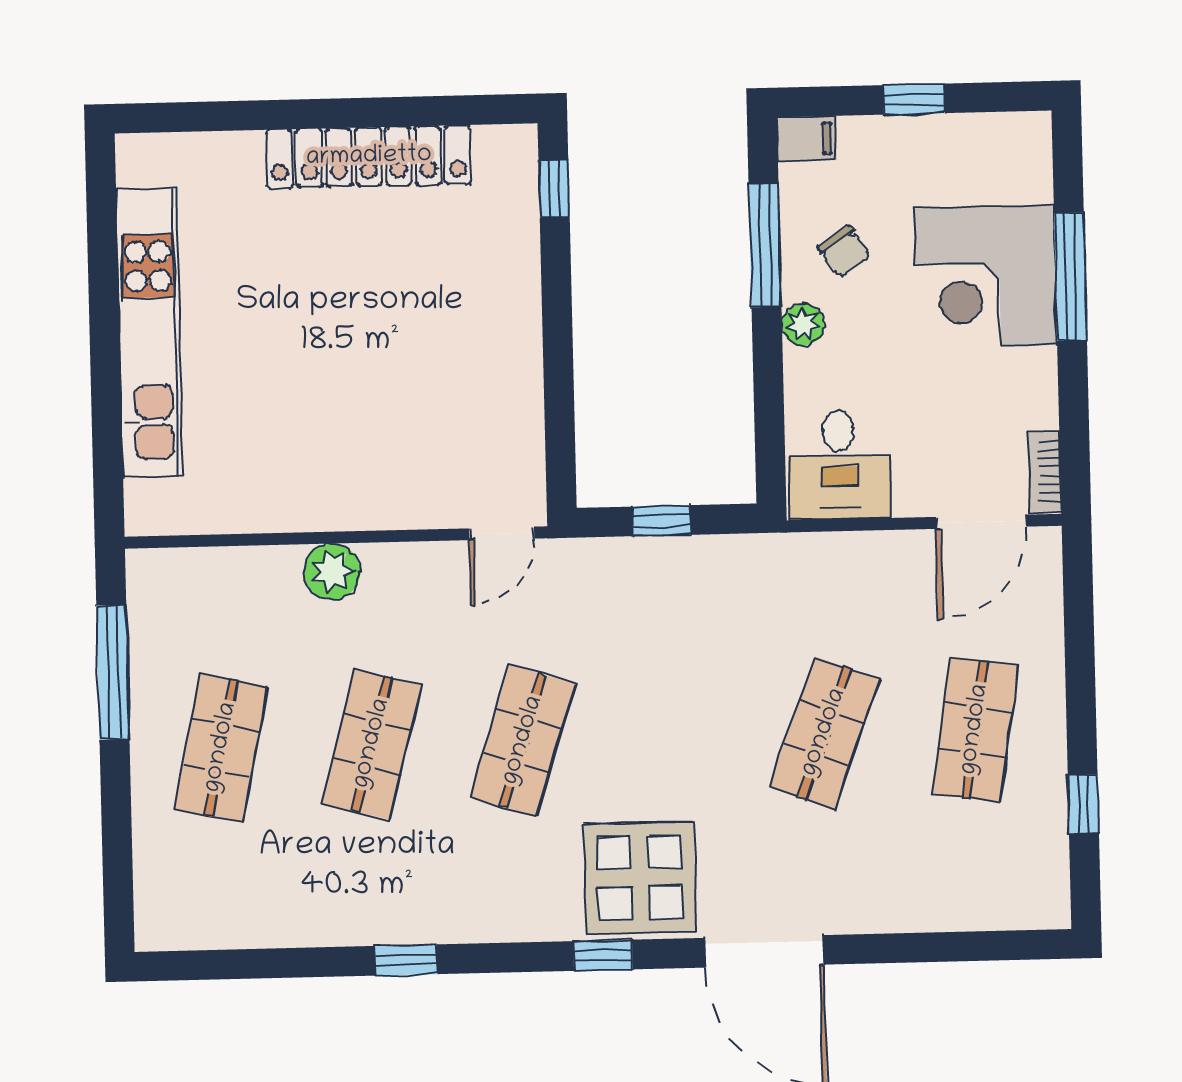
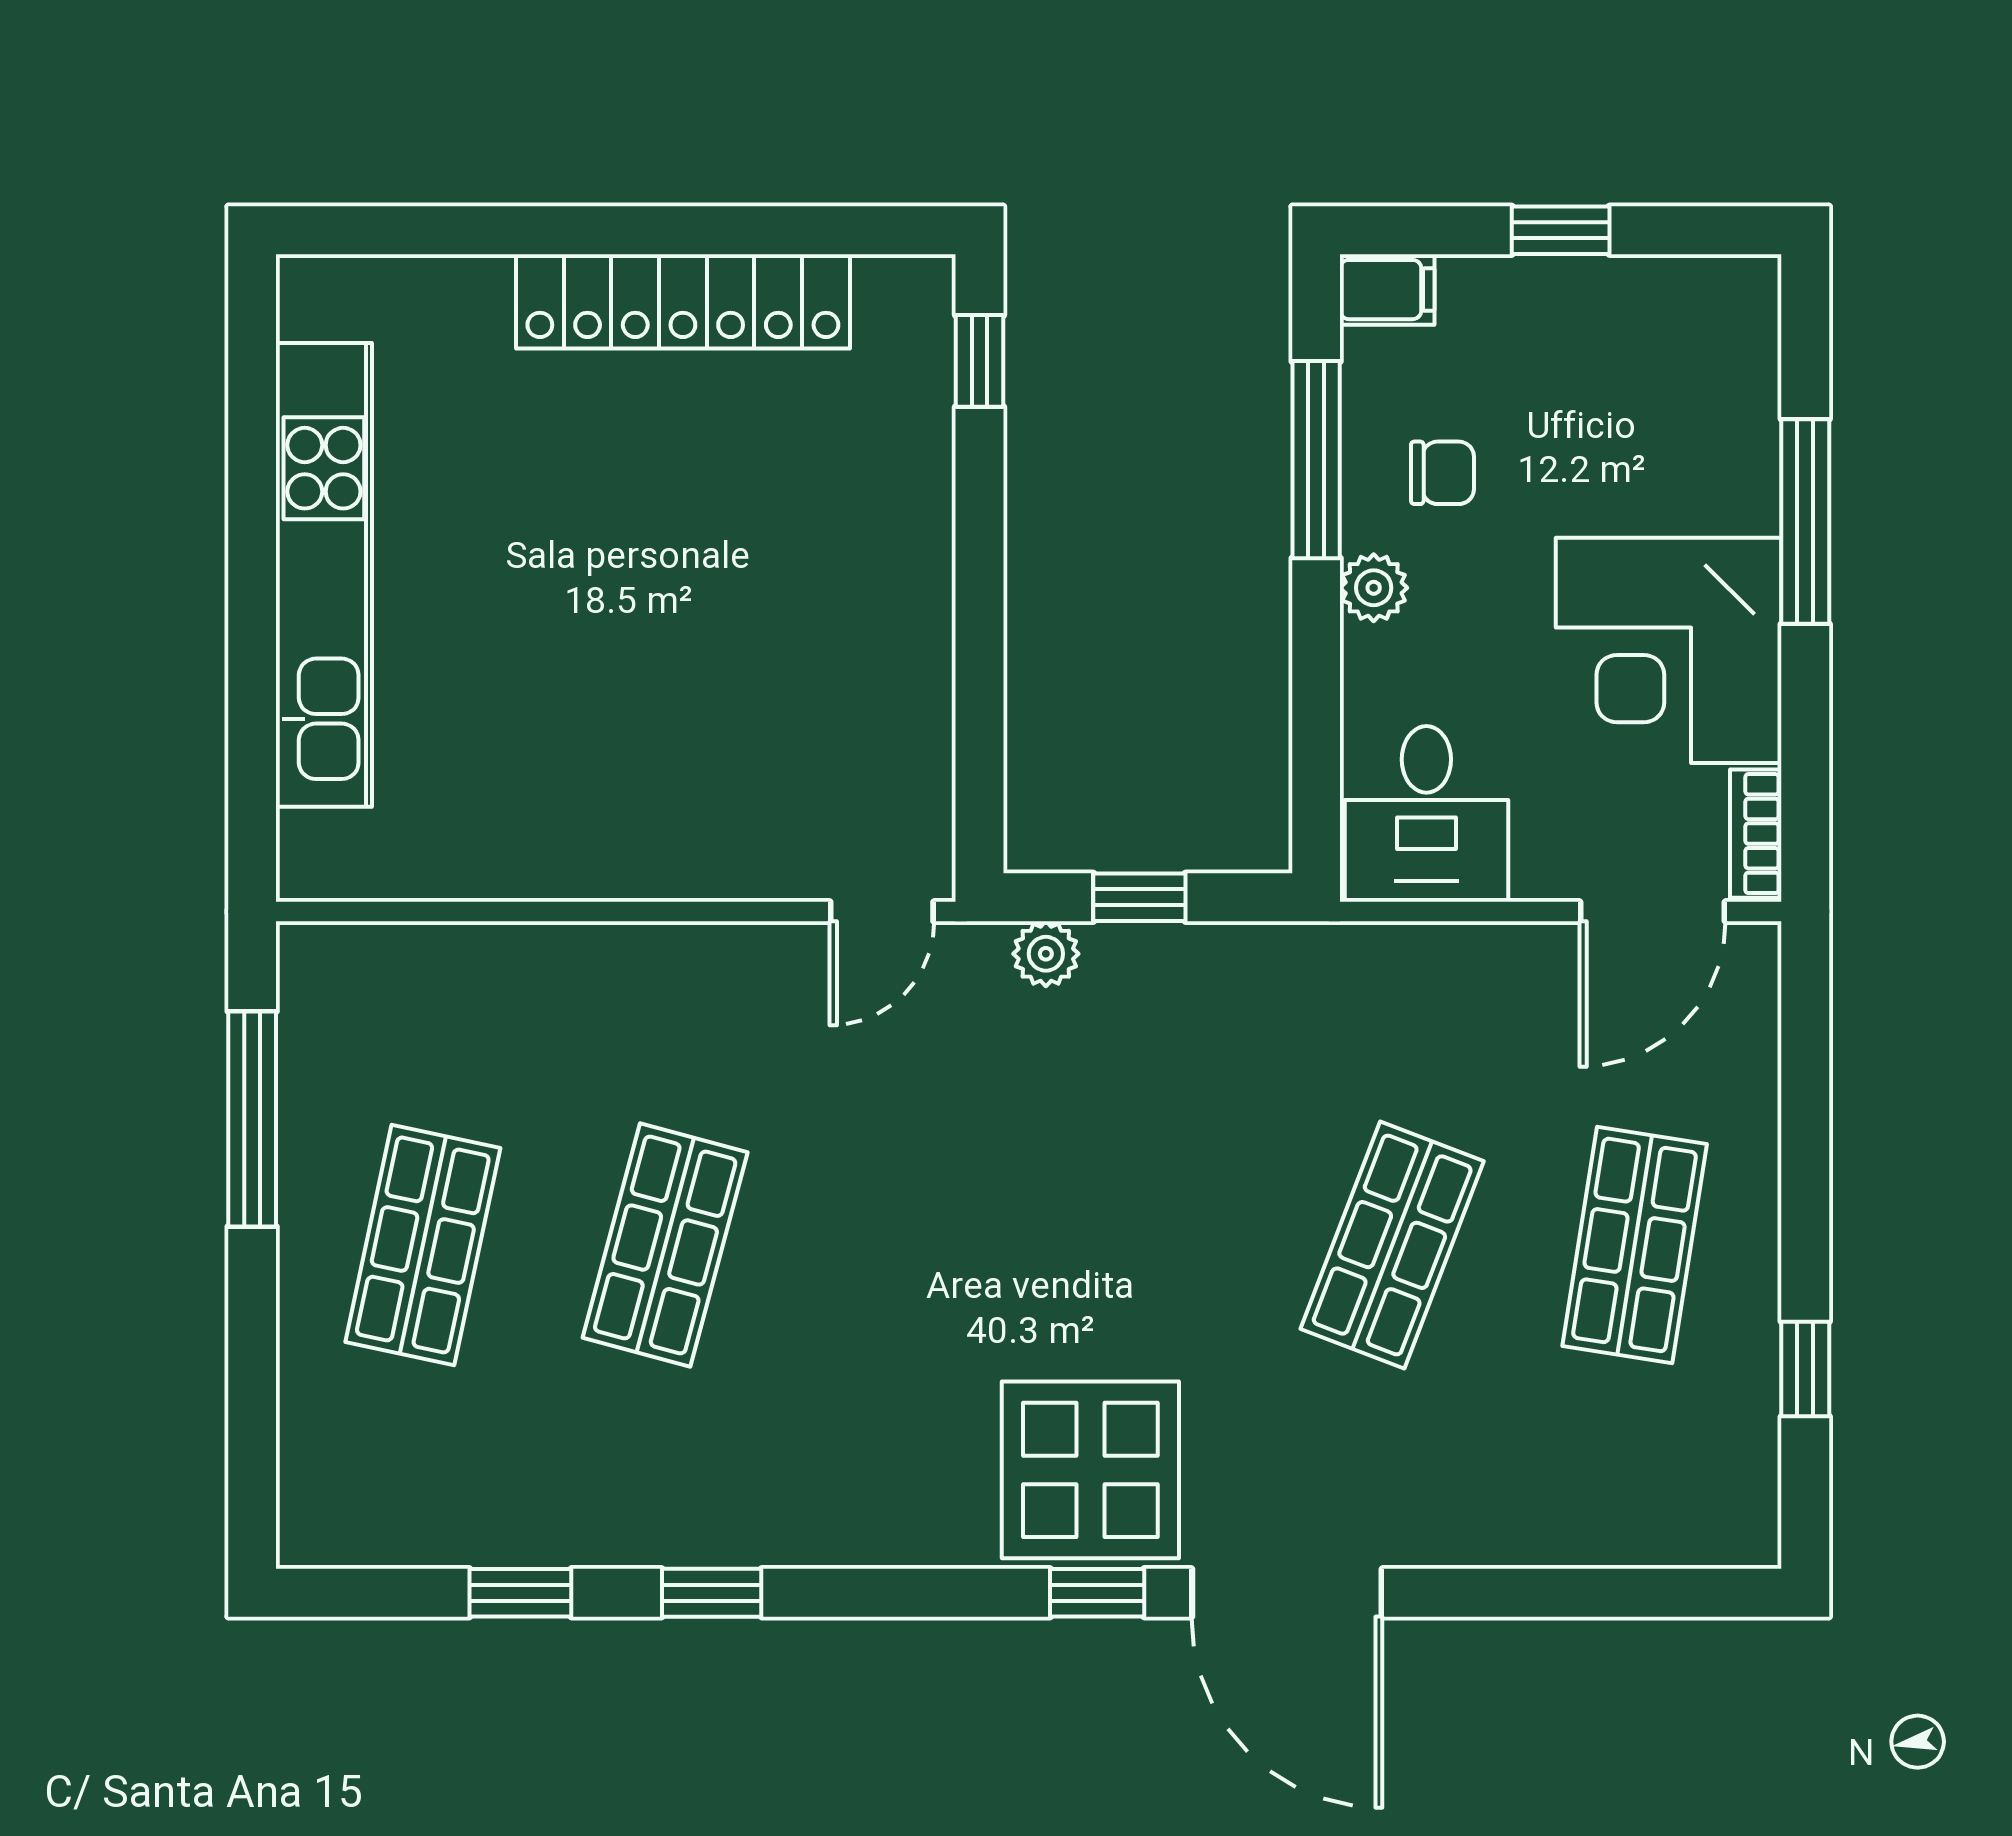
chair: (844, 252) -> (1442, 473), turned -57
corner desk: (985, 277) -> (1669, 650), moved
plant: (332, 572) -> (1046, 954), moved, width x0.73, depth x0.73
shop shelf: (523, 741) -> (908, 1245), removed
window: (603, 955) -> (1097, 1593), moved
window: (287, 963) -> (520, 1593), added

